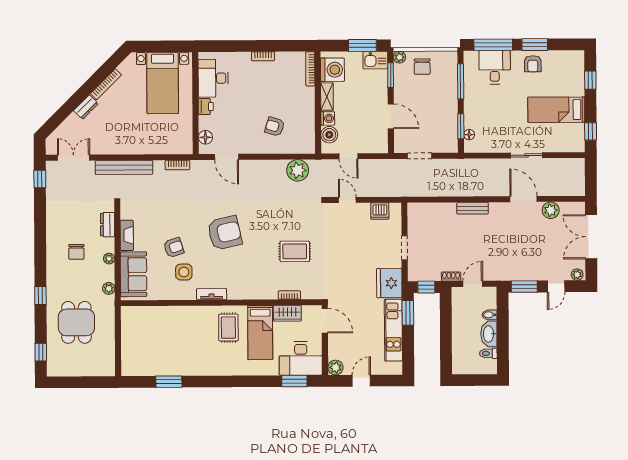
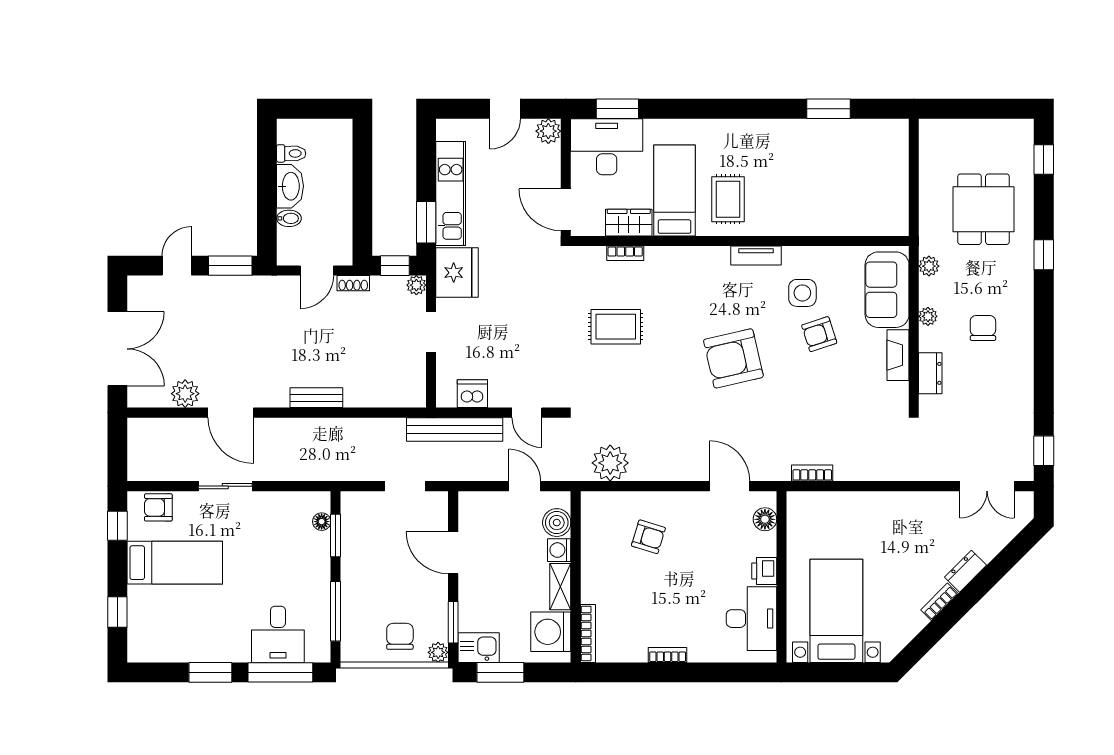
armchair: (533, 64) -> (158, 507), moved, turned -90
bookcase: (106, 84) -> (939, 602), width x0.64
bench: (124, 167) -> (455, 429), moved
plant: (577, 275) -> (416, 285), moved

